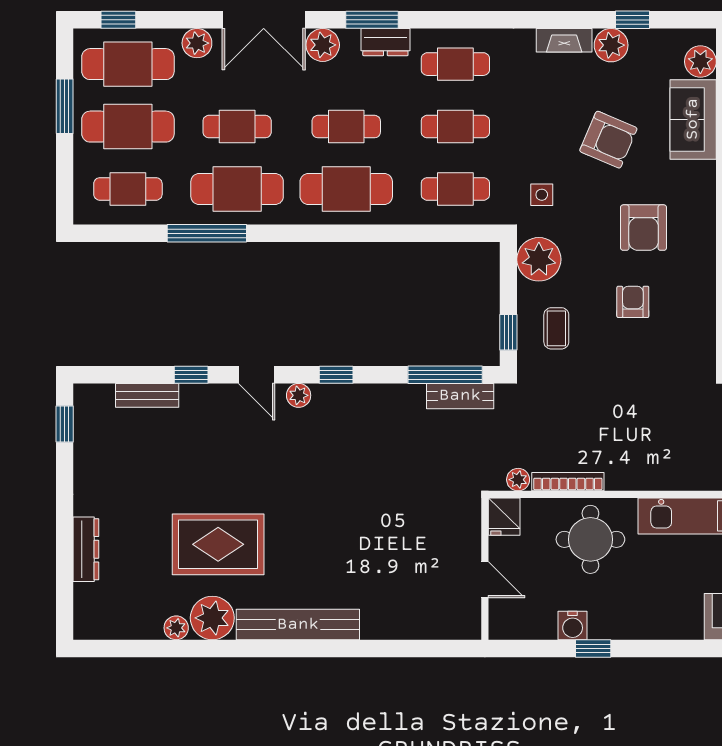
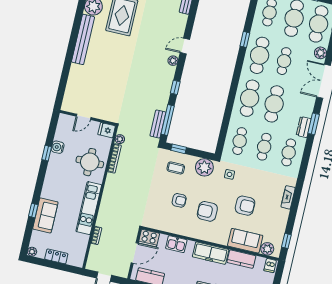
window: (633, 20) -> (286, 241), moved
plant: (323, 45) -> (308, 102), removed
plant: (611, 45) -> (282, 215), removed
cafe table: (346, 127) -> (274, 104), width x1.37, depth x1.35
armchair: (608, 140) -> (245, 206), turned -113
window: (207, 233) -> (245, 39), width x0.46
window: (191, 375) -> (191, 20), removed
window: (336, 375) -> (175, 87), moved

